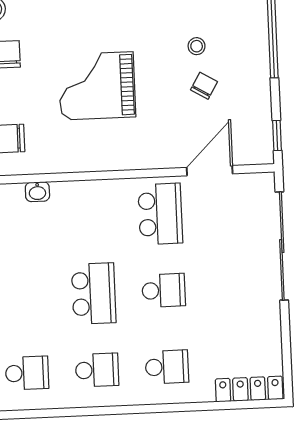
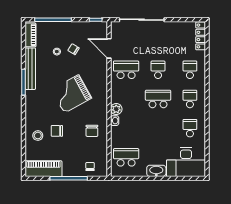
grand piano: (97, 86) -> (72, 94), turned 61
plant: (65, 194) -> (116, 109), added

